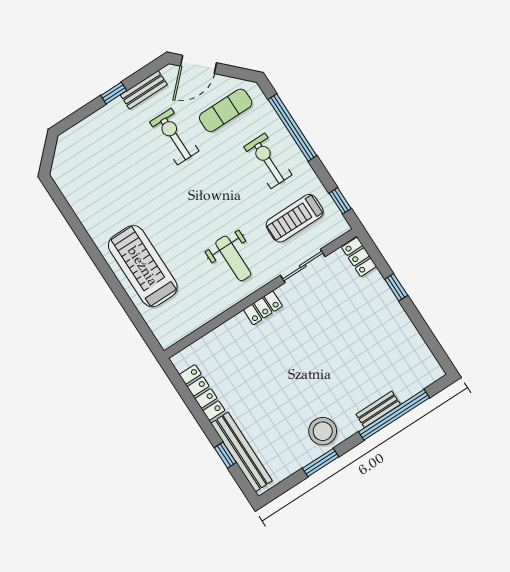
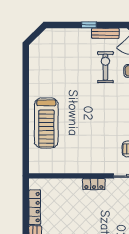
weight bench: (233, 258) -> (95, 149), removed
treadmill: (143, 266) -> (46, 123), turned 180

